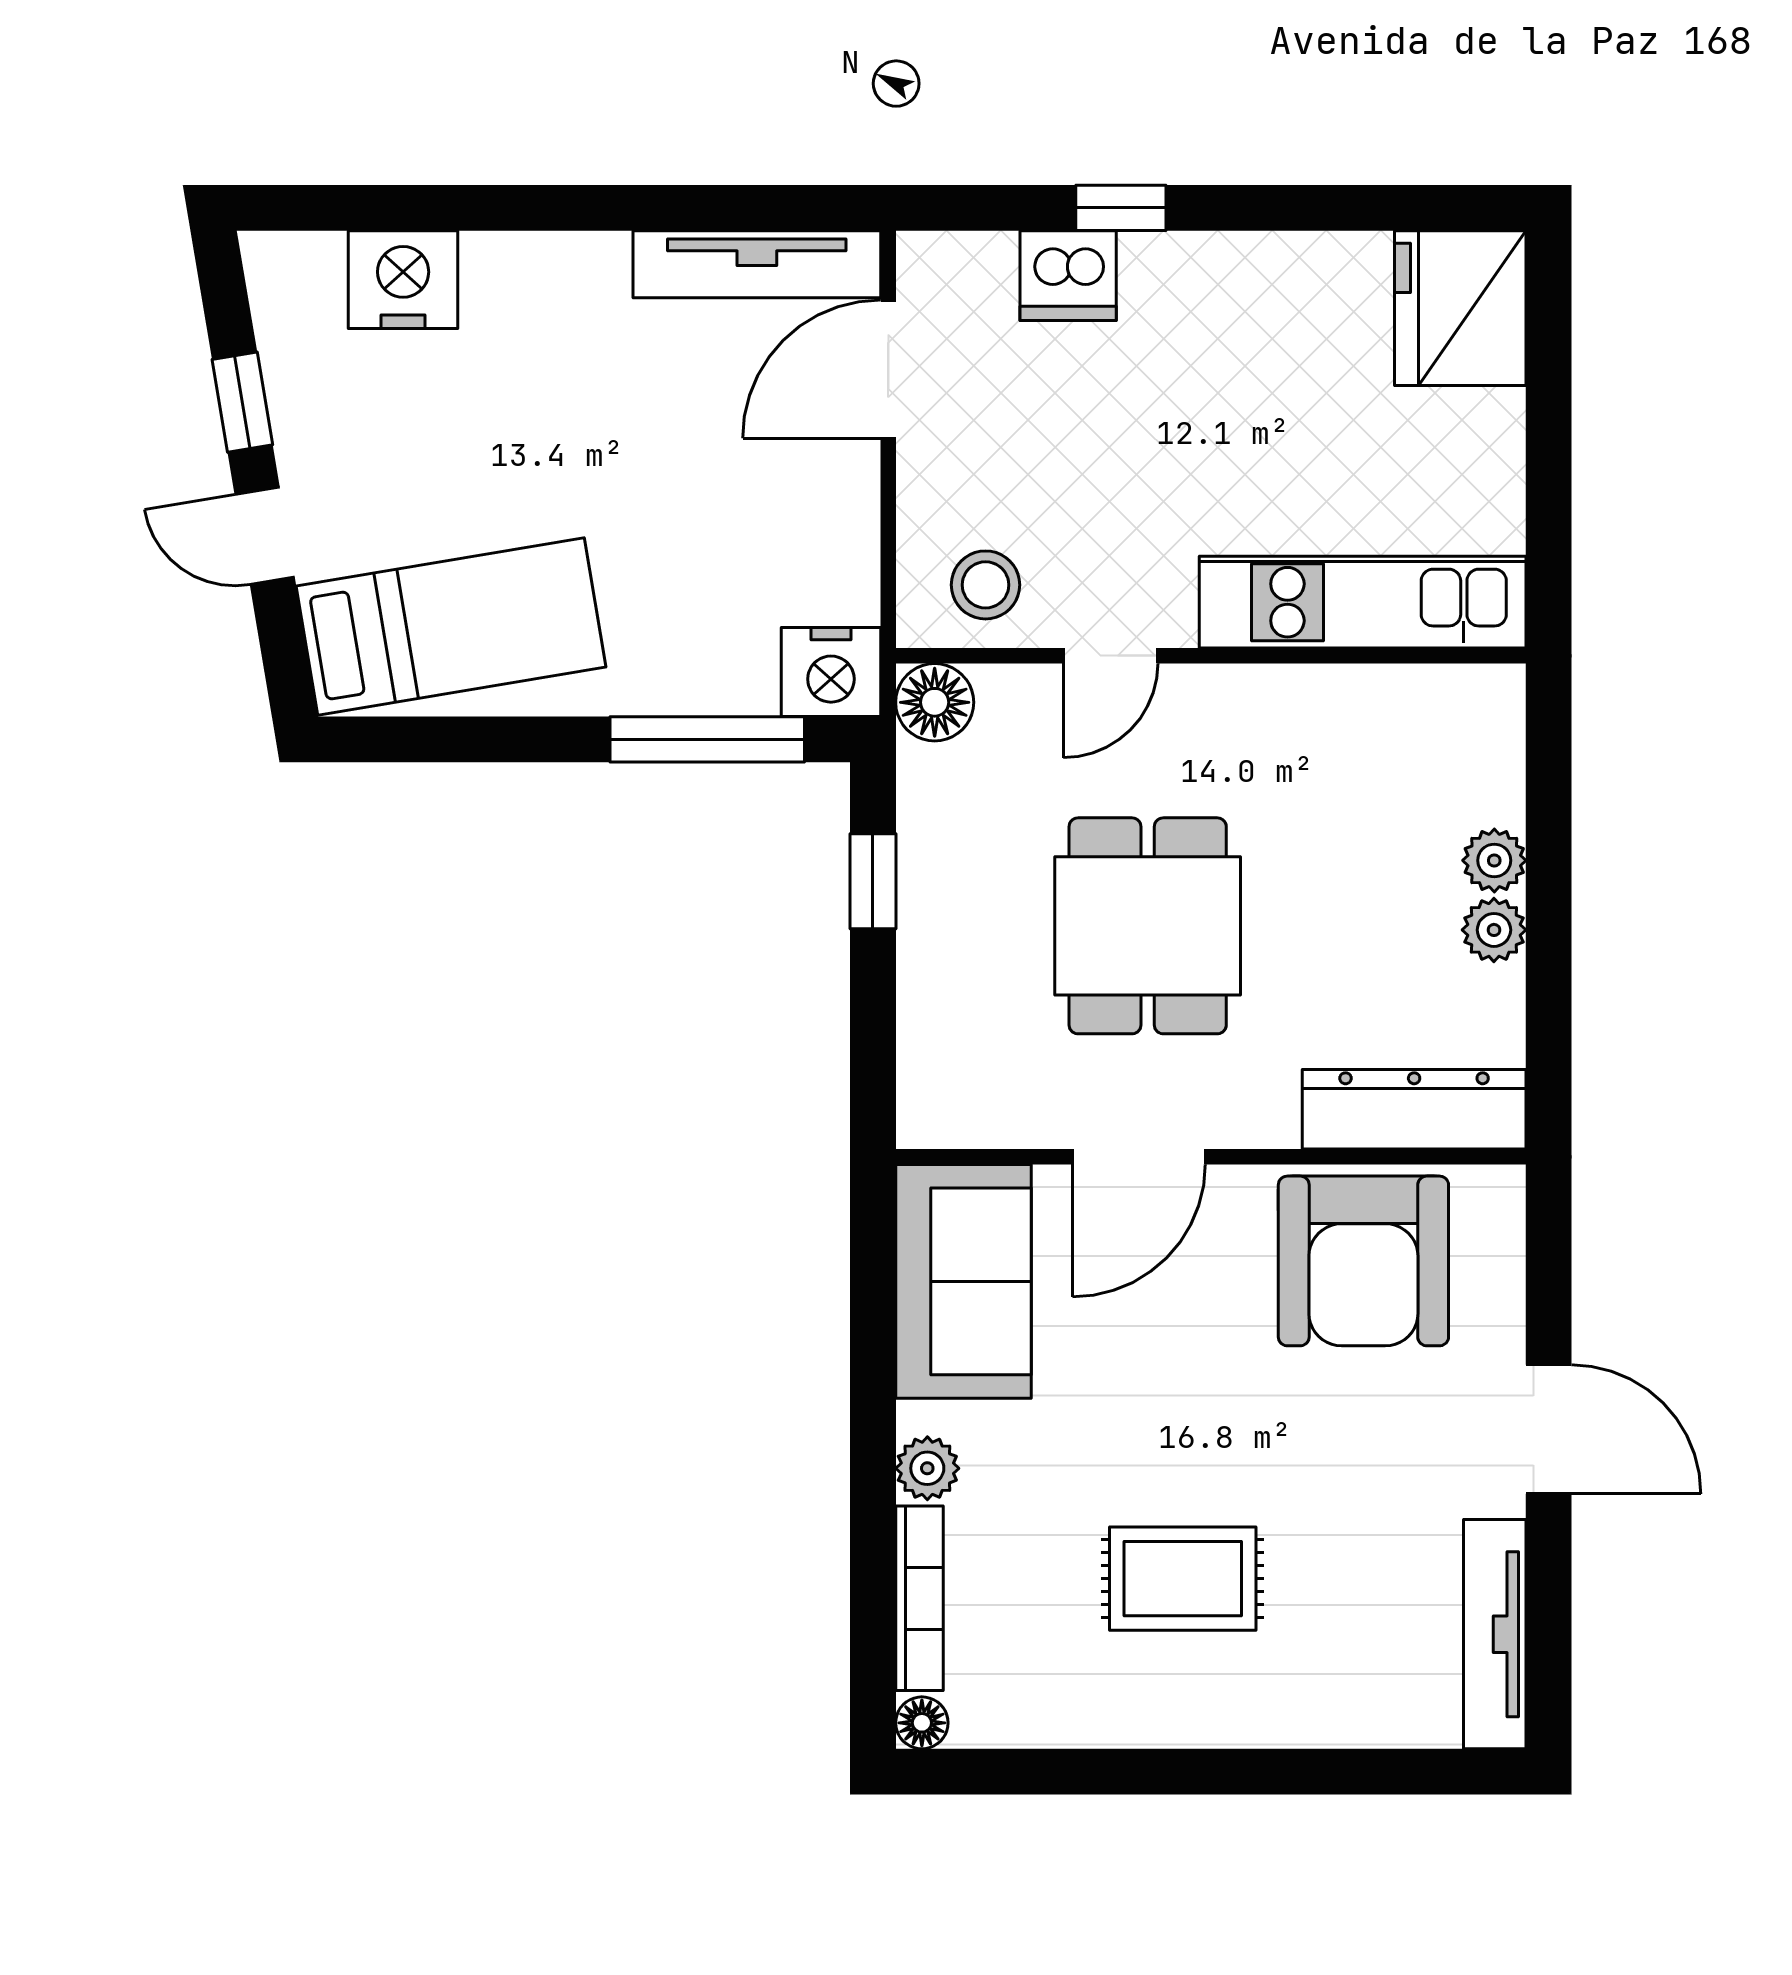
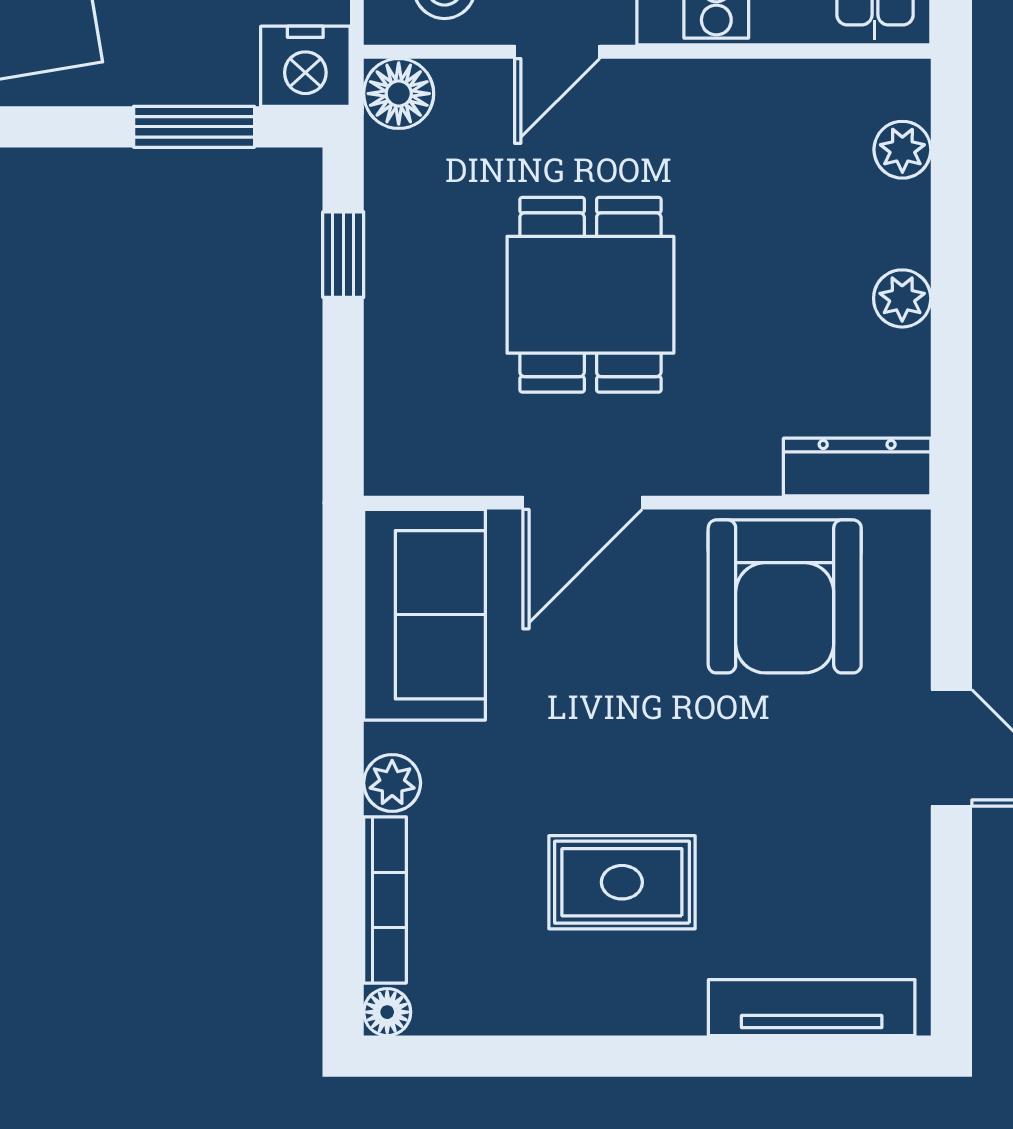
window: (707, 739) -> (194, 127), width x0.69
plant: (1494, 860) -> (902, 150), moved
dresser: (1414, 1109) -> (857, 467), width x0.73, depth x0.80
tv unit: (1495, 1634) -> (812, 1008), moved, turned 90

